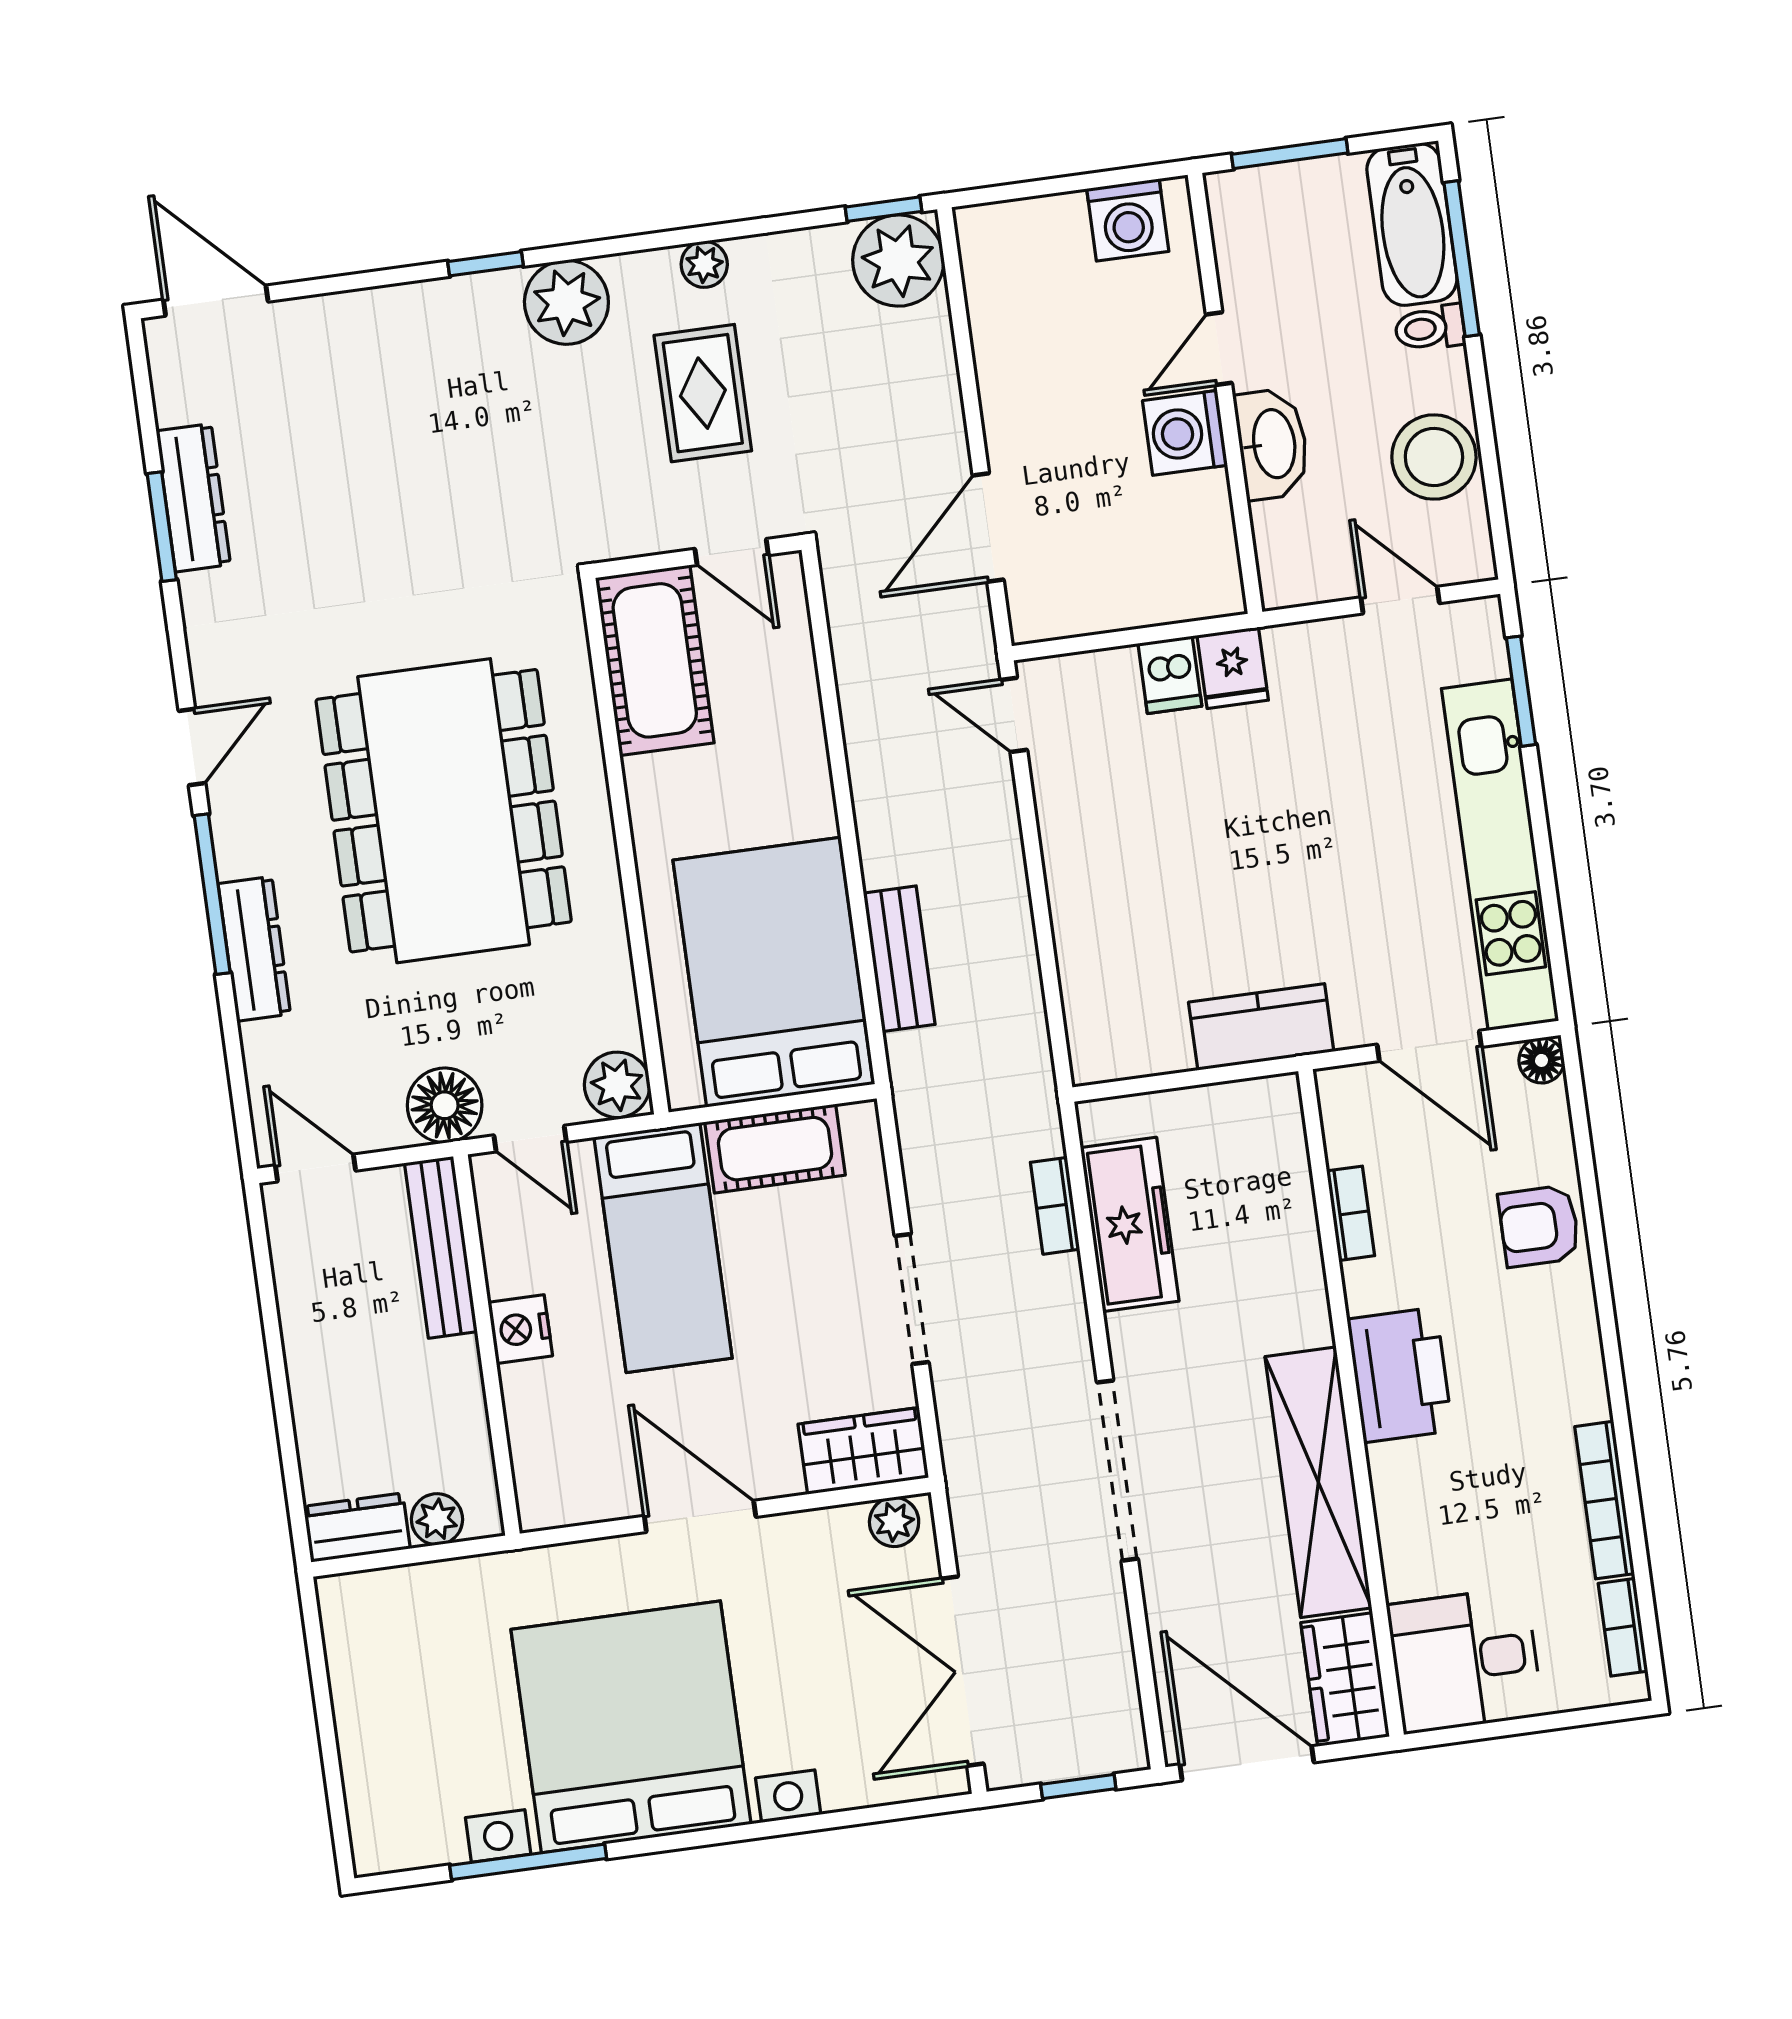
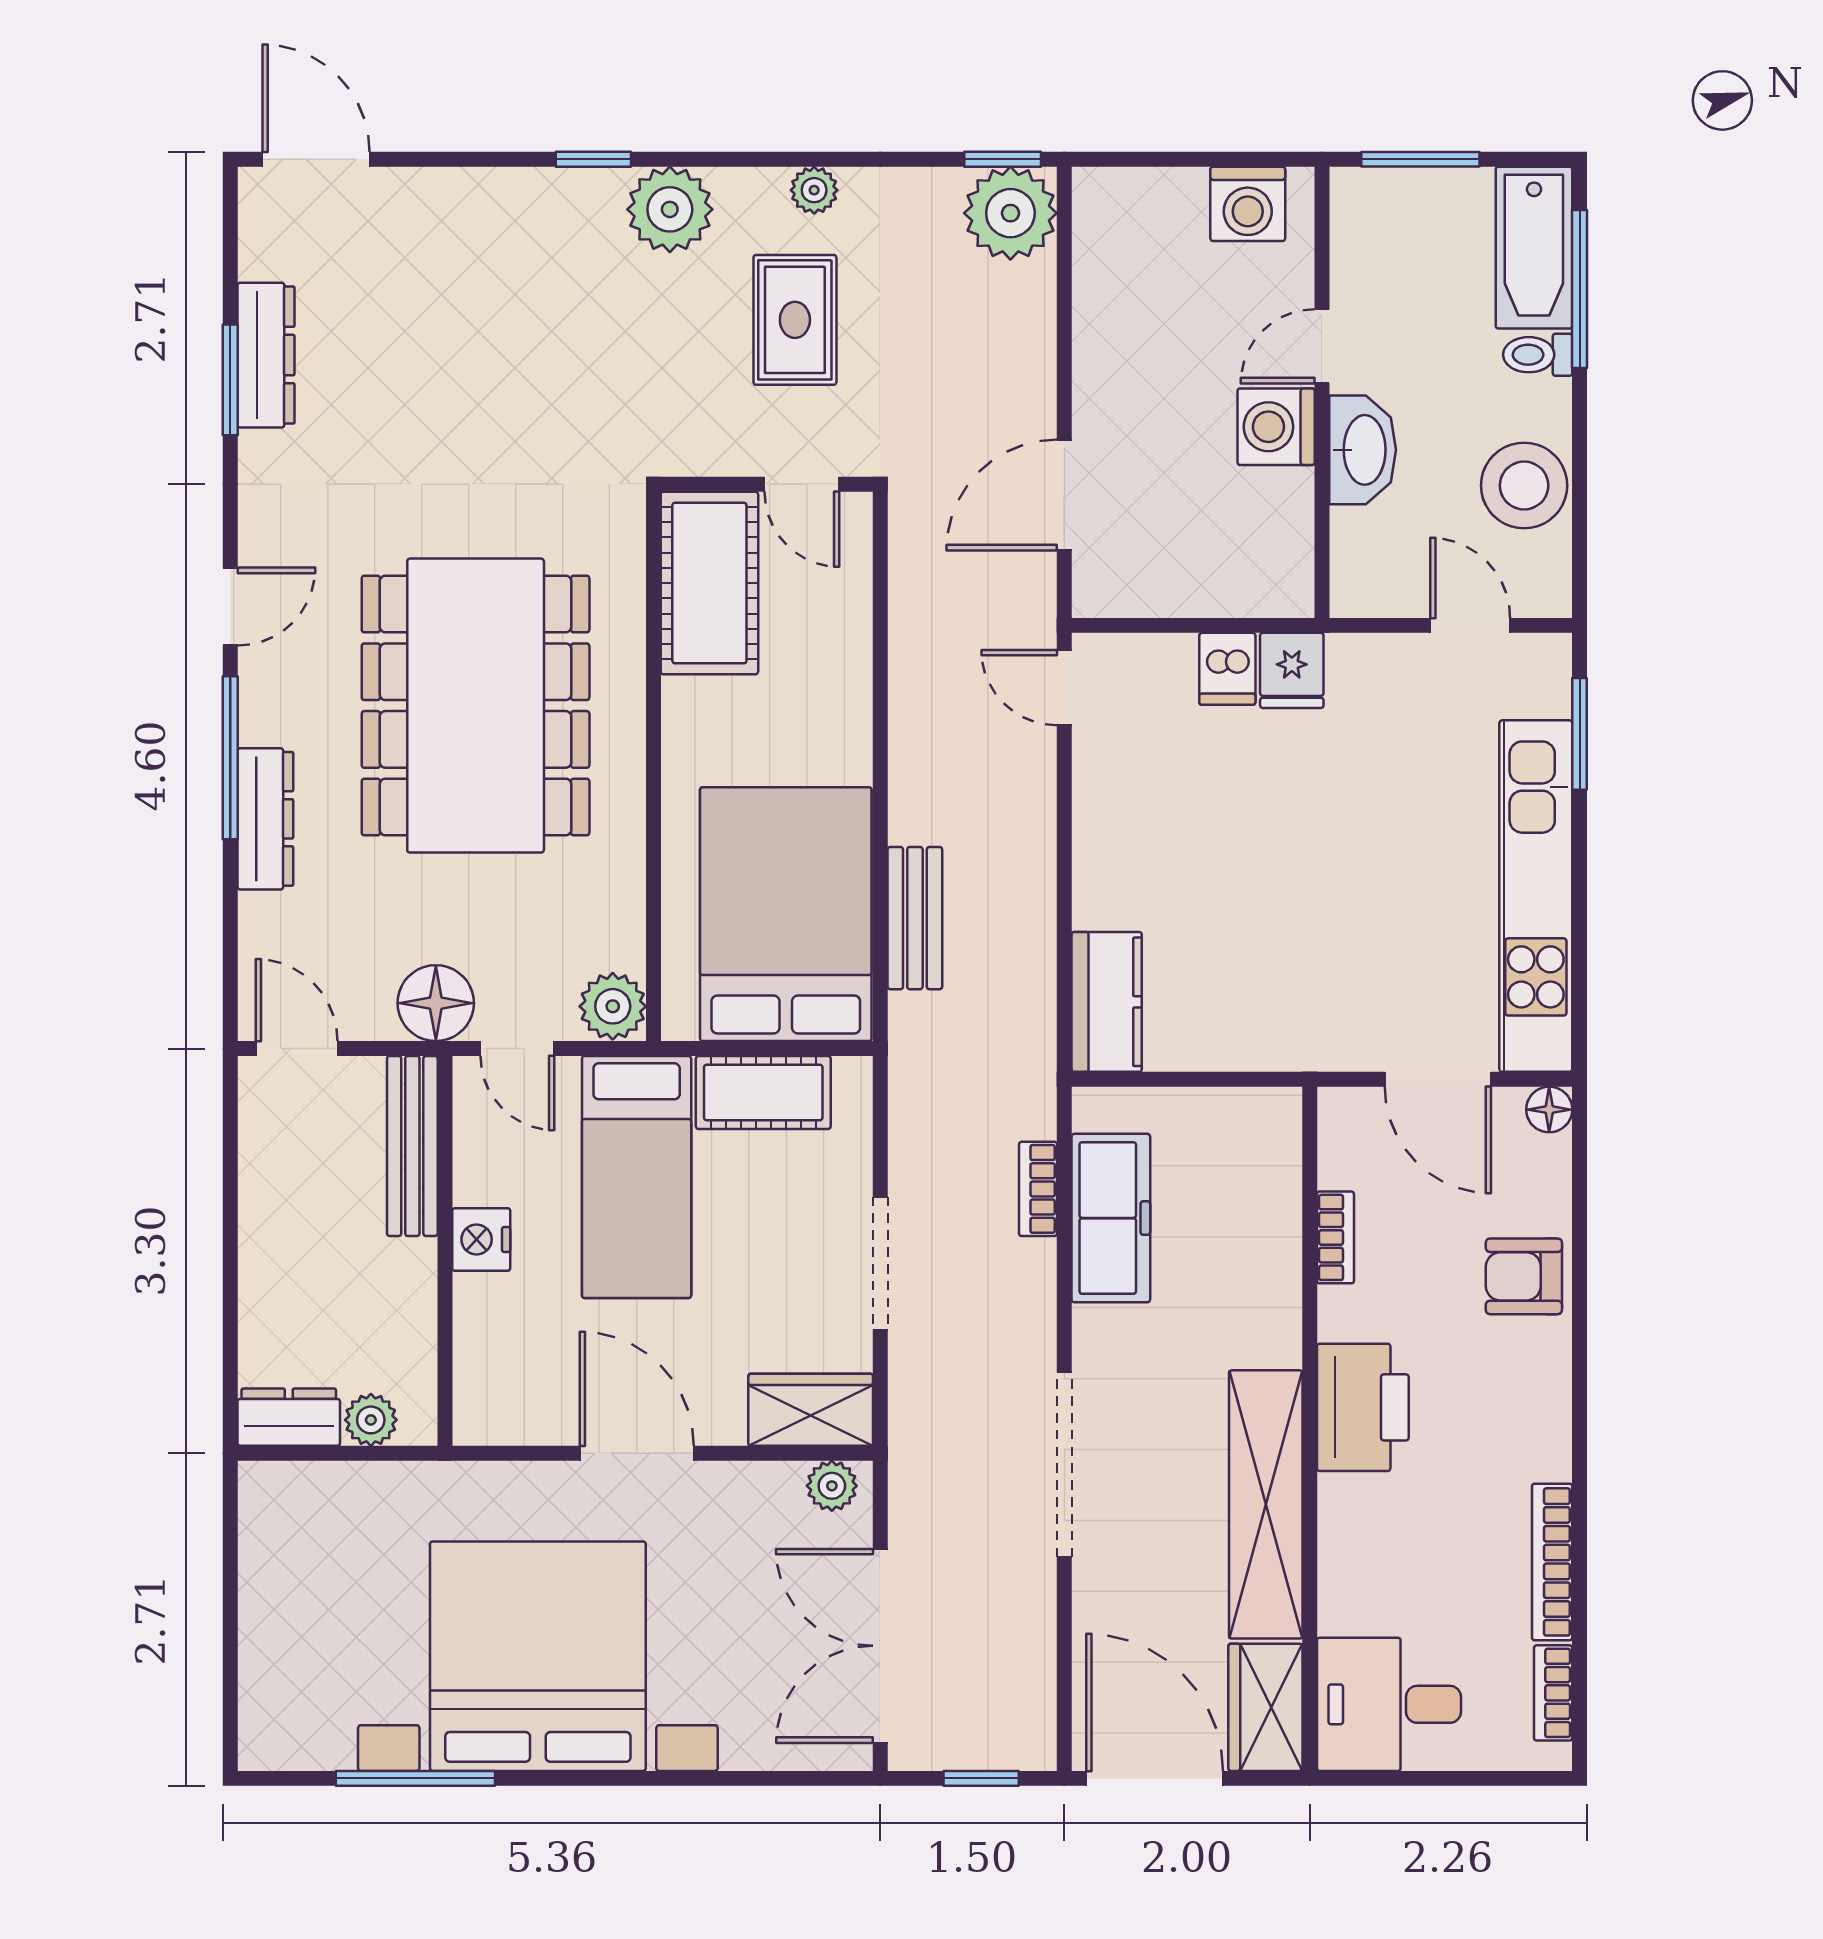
kitchen counter: (1261, 1027) -> (1107, 1002), moved, turned 90

